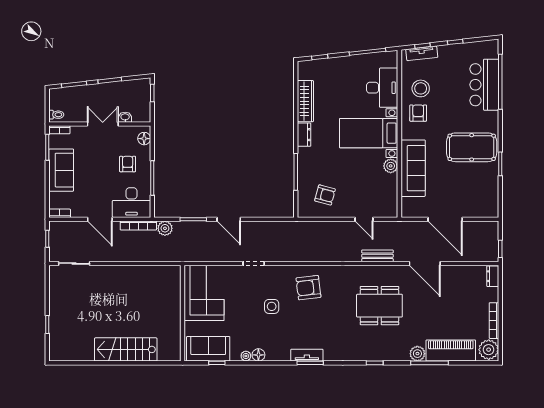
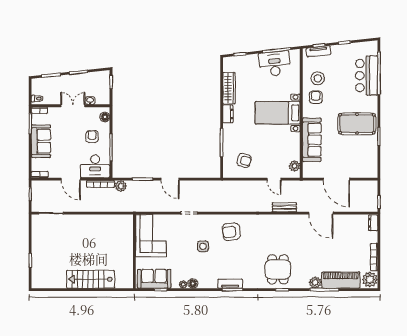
desk: (382, 88) -> (275, 64), moved, turned -96
plant: (391, 166) -> (295, 166), moved
dining table: (379, 306) -> (278, 269), moved, width x0.73

